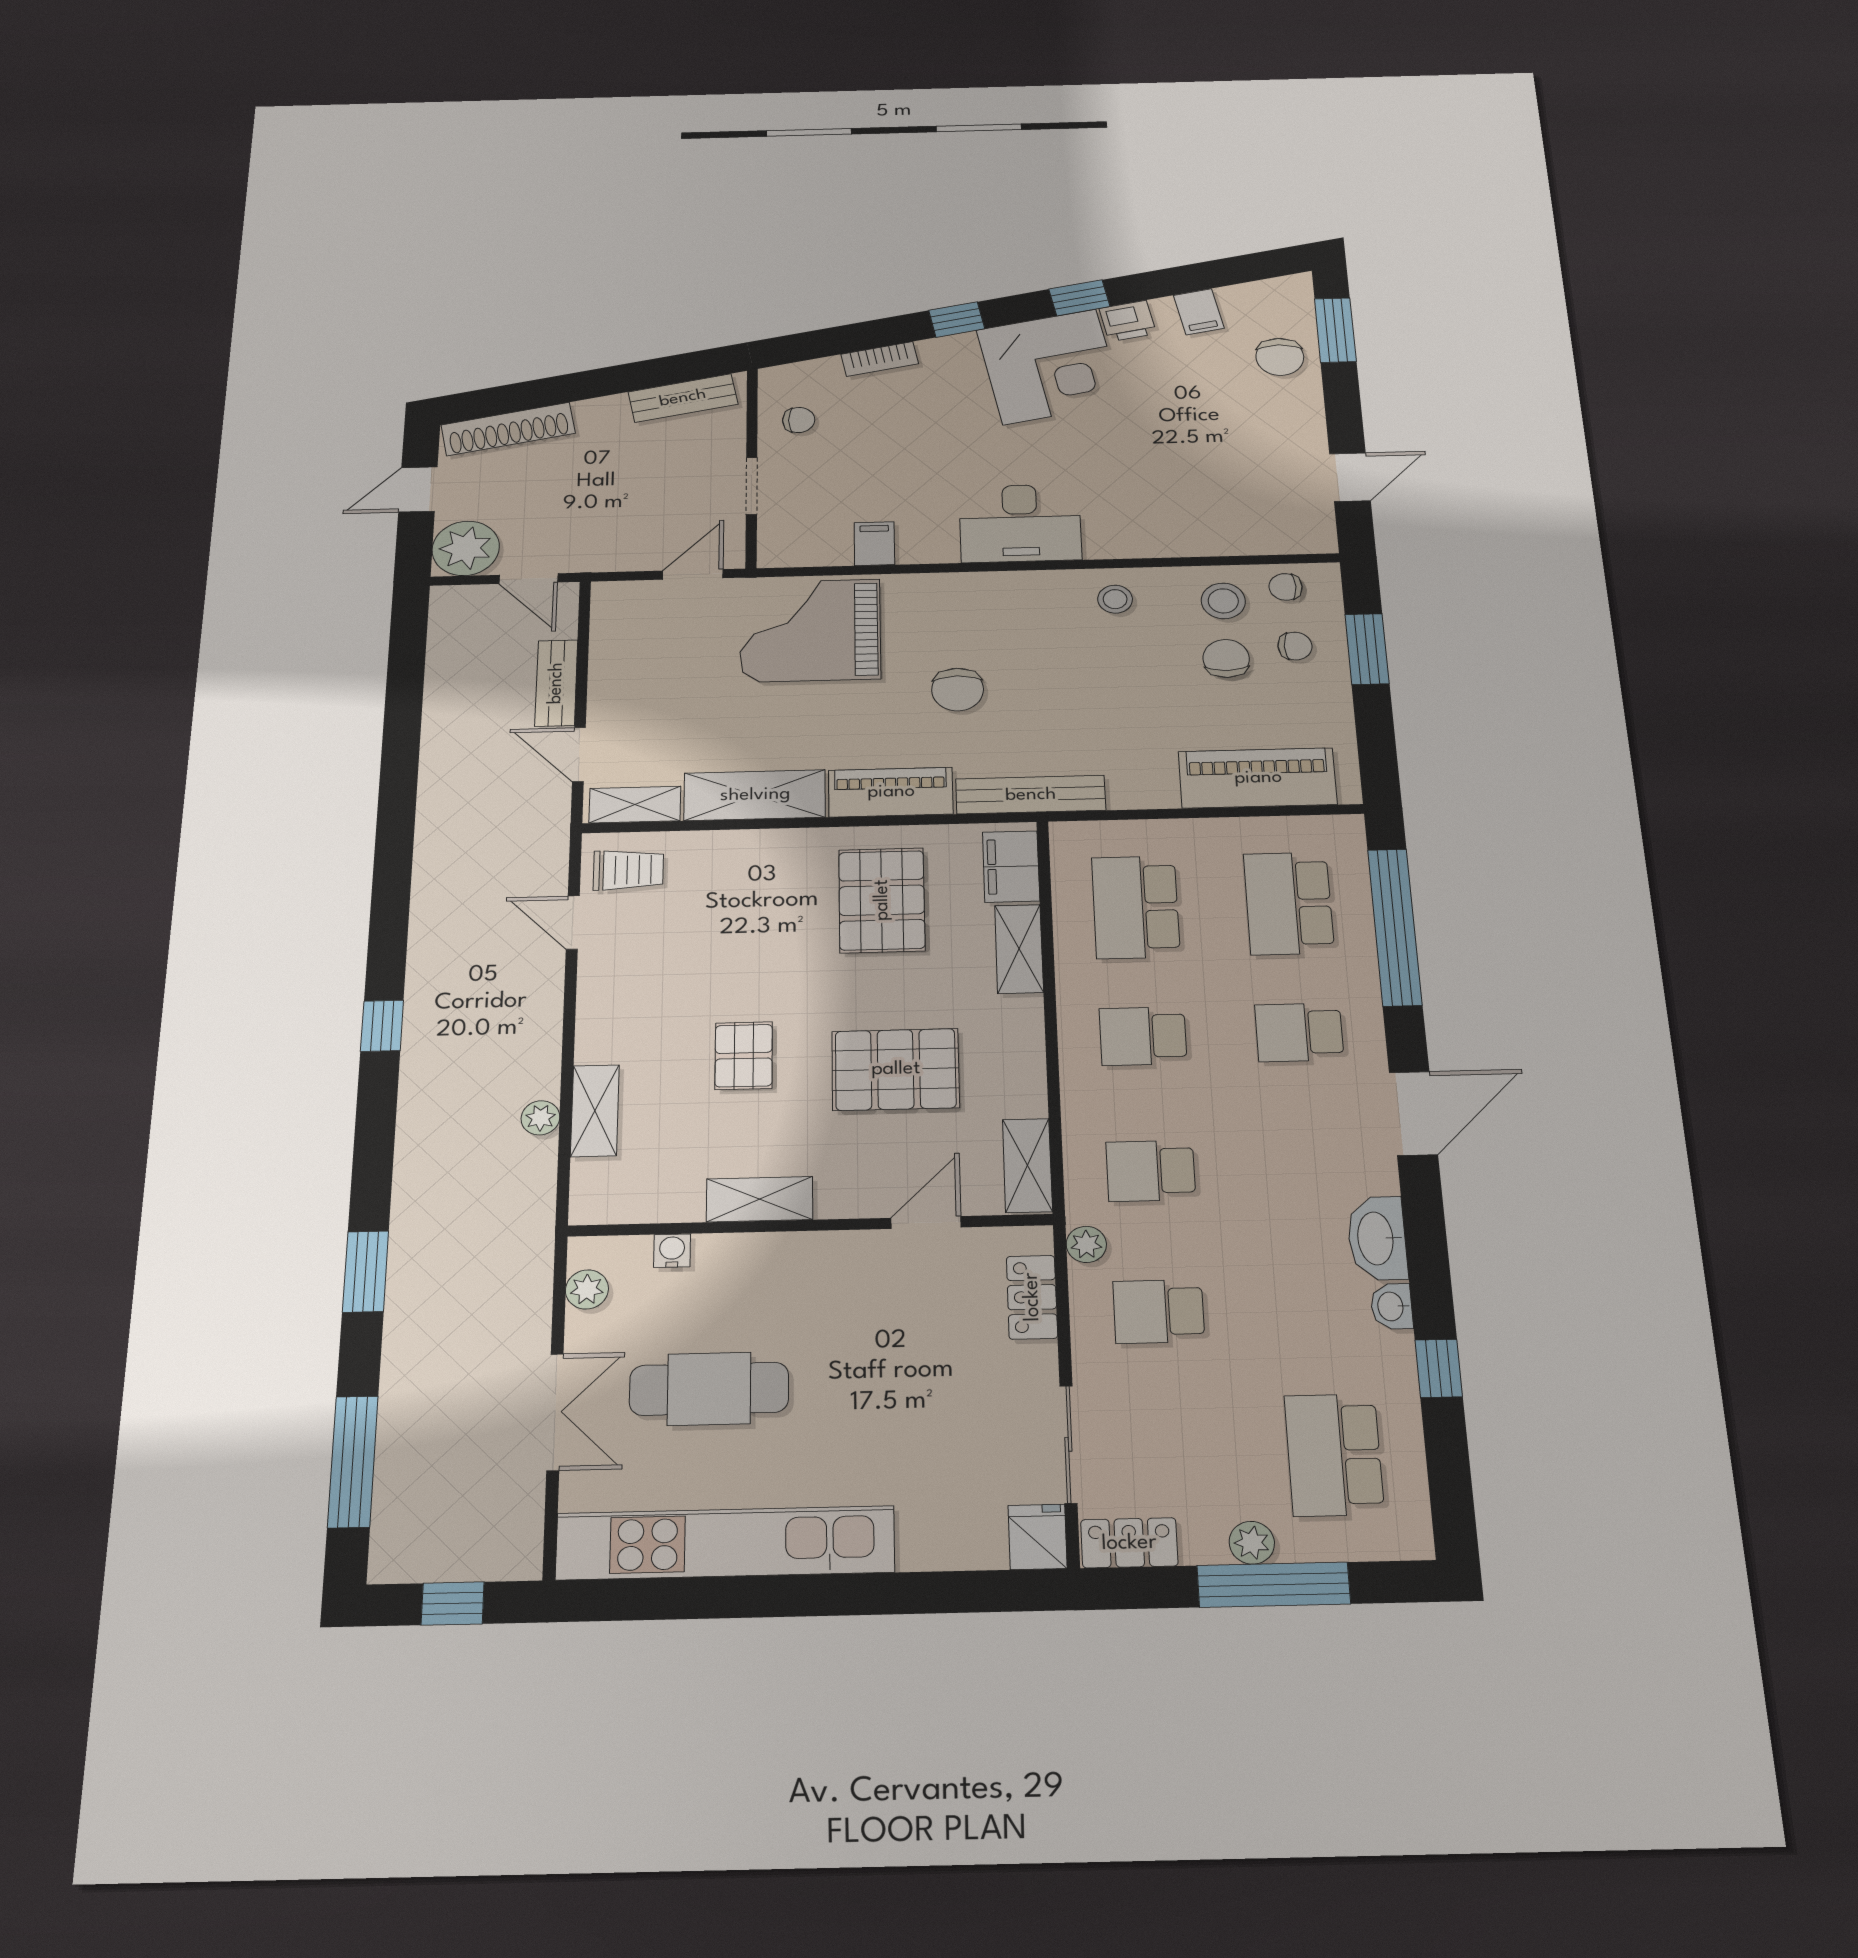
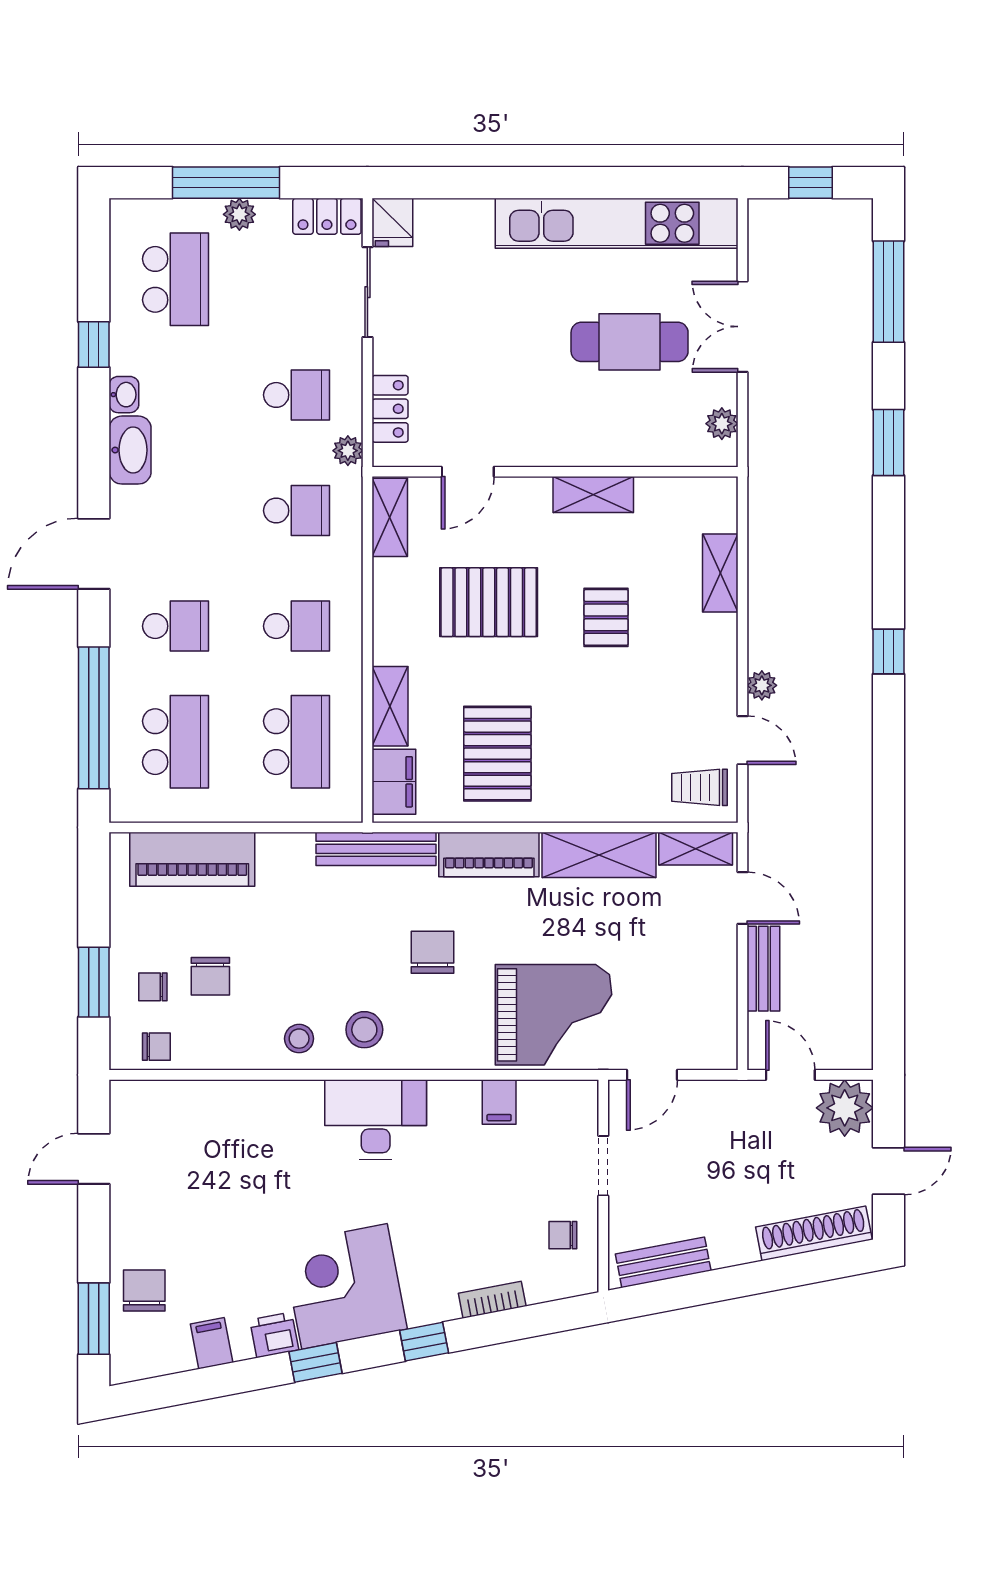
stool: (1223, 601) -> (364, 1030), moved
plant: (540, 1118) -> (762, 685), moved
water cooler: (672, 1251) -> (659, 454), removed

